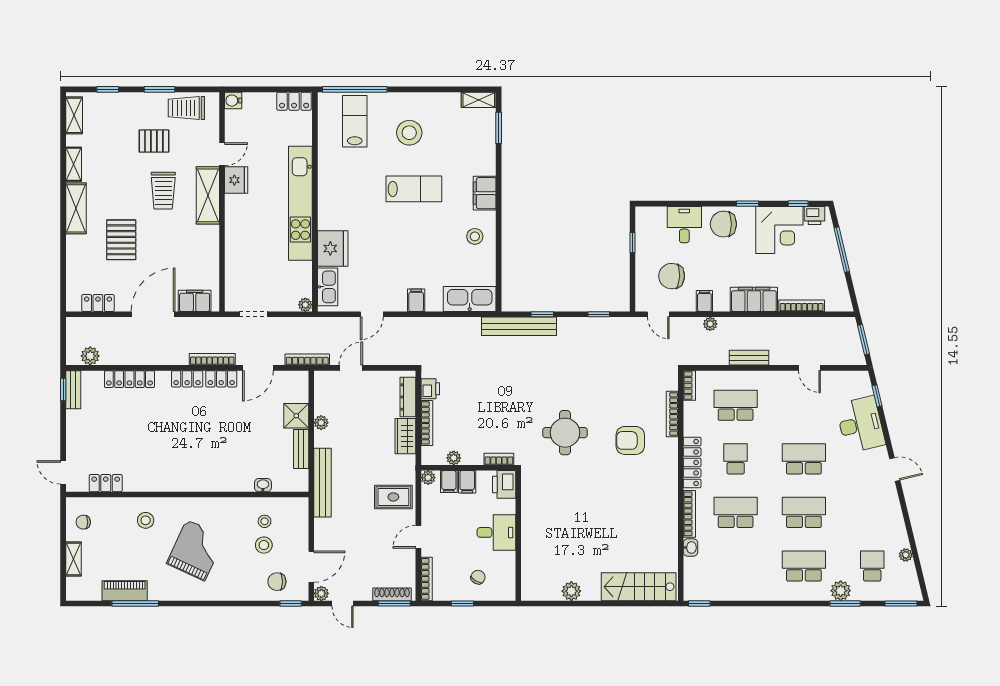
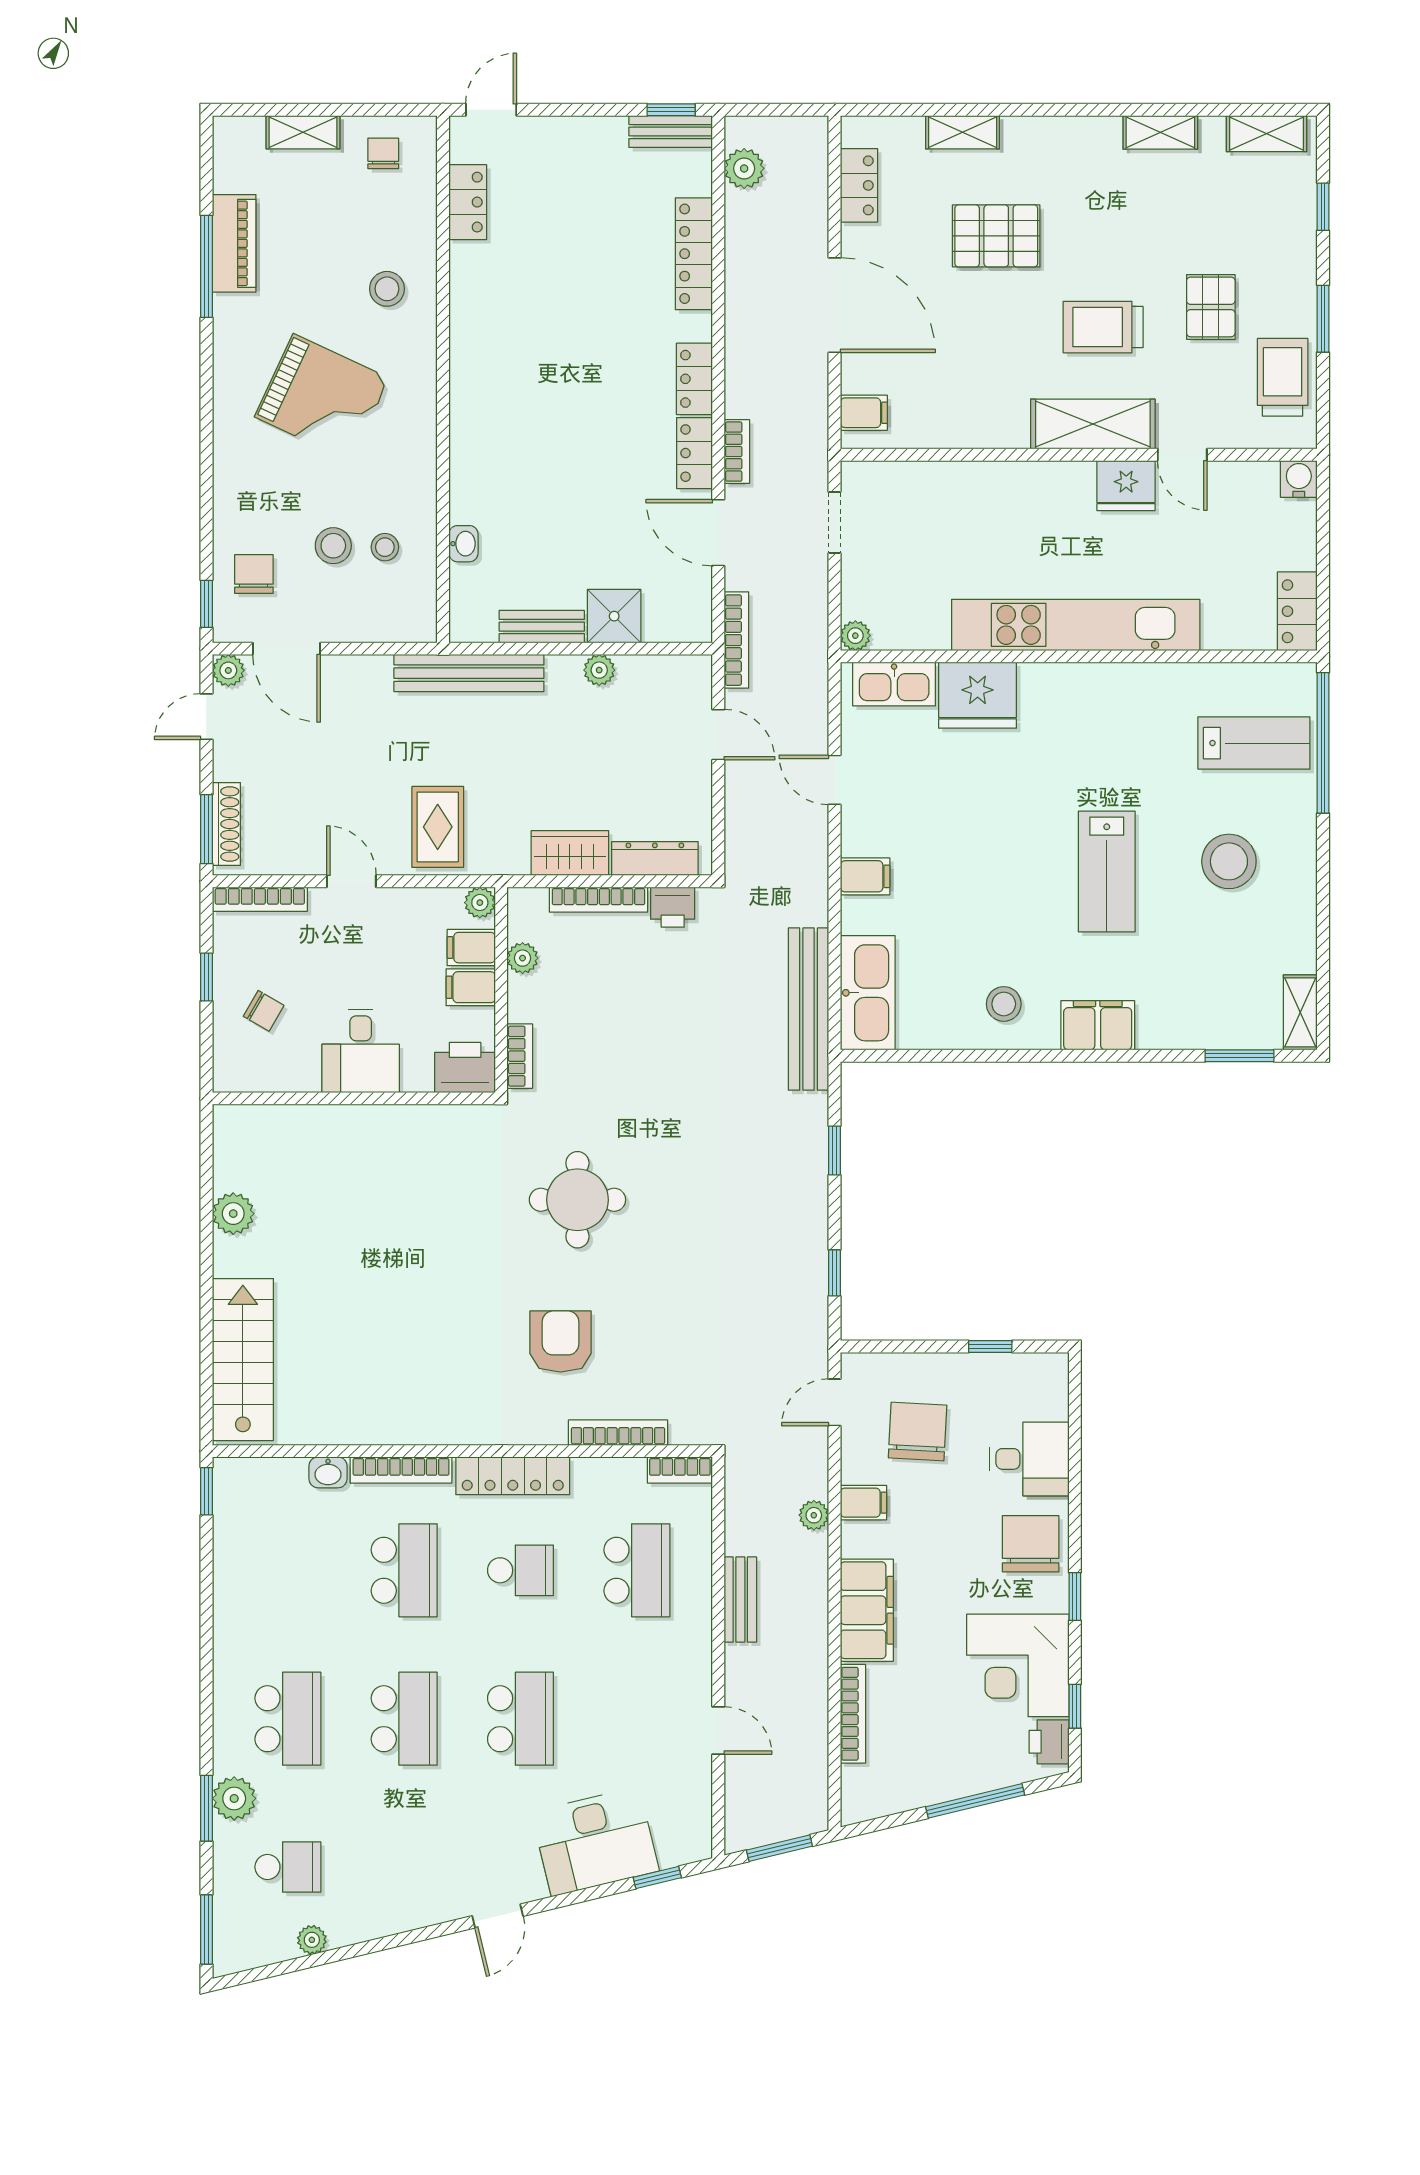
shelving: (76, 208) -> (963, 132), moved, width x0.67, depth x0.75
filing cabinet: (195, 301) -> (864, 413), width x0.50
bench: (519, 326) -> (809, 1009), moved
bookcase: (212, 359) -> (737, 452), width x0.64
door: (809, 368) -> (718, 1731), swing flipped

